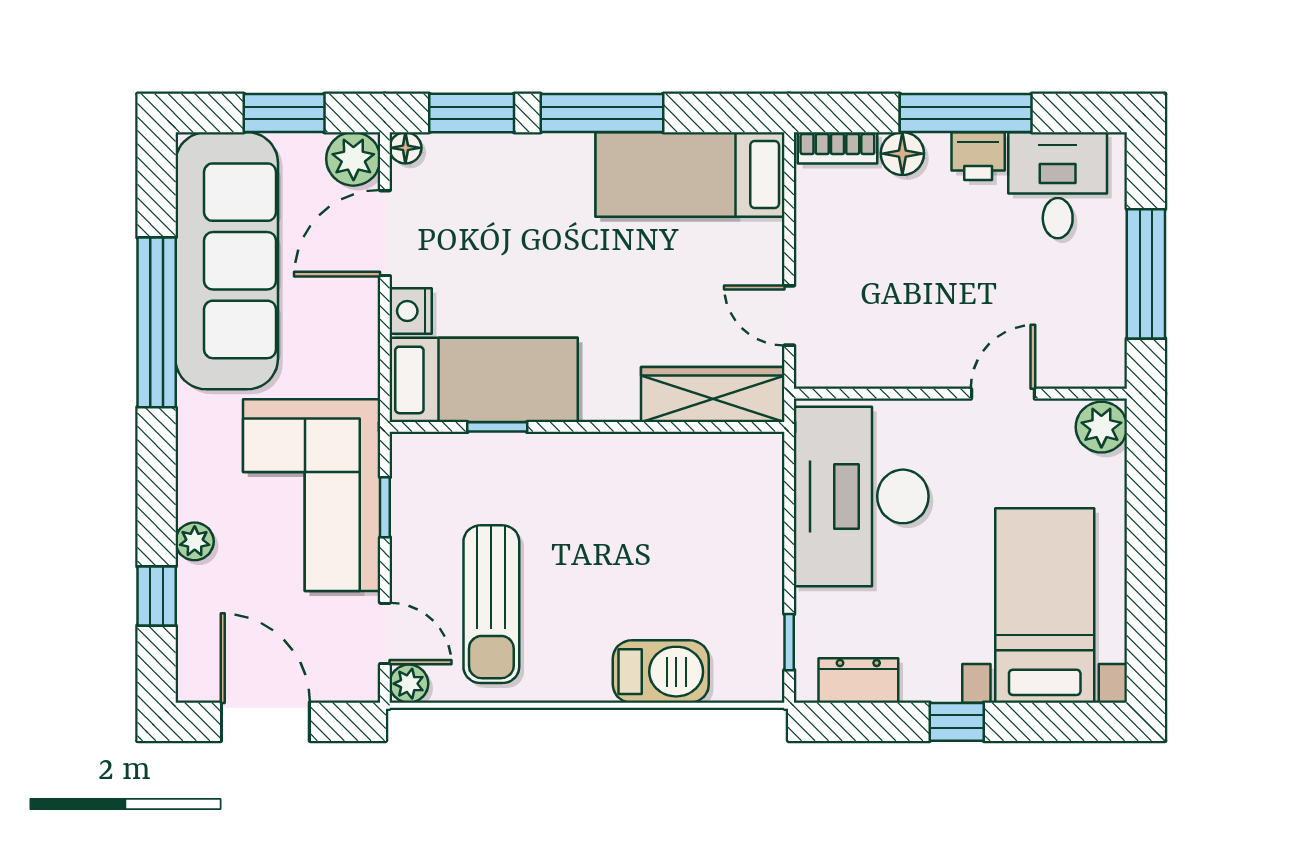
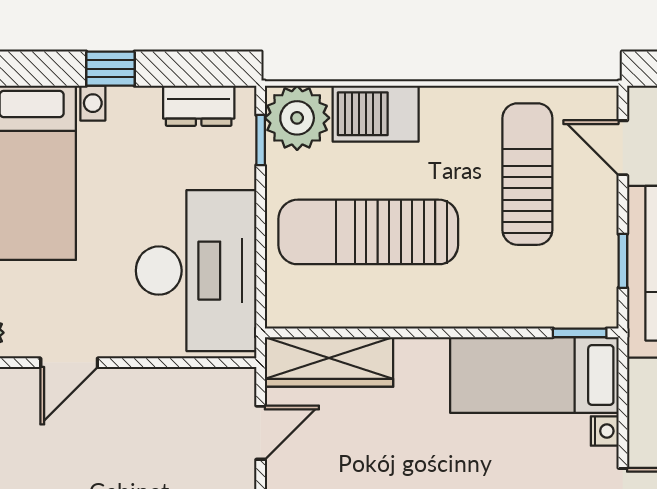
nightstand: (411, 311) -> (605, 431), width x0.72, depth x0.74
door: (789, 315) -> (261, 433), hinge flipped
window: (497, 427) -> (580, 333), moved
sun lounger: (669, 539) -> (368, 232), added
plant: (409, 684) -> (297, 118), moved, width x1.88, depth x1.88

